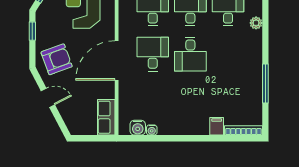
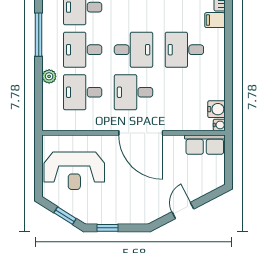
armchair: (57, 59) -> (139, 201), removed
desk: (190, 99) -> (184, 50), added
water cooler: (152, 130) -> (219, 125), moved

